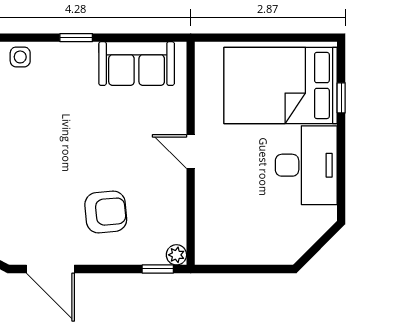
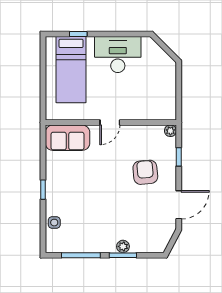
sofa: (137, 64) -> (67, 138), moved, turned 90
bed: (281, 85) -> (71, 70), width x0.67
window: (158, 269) -> (179, 157), moved

